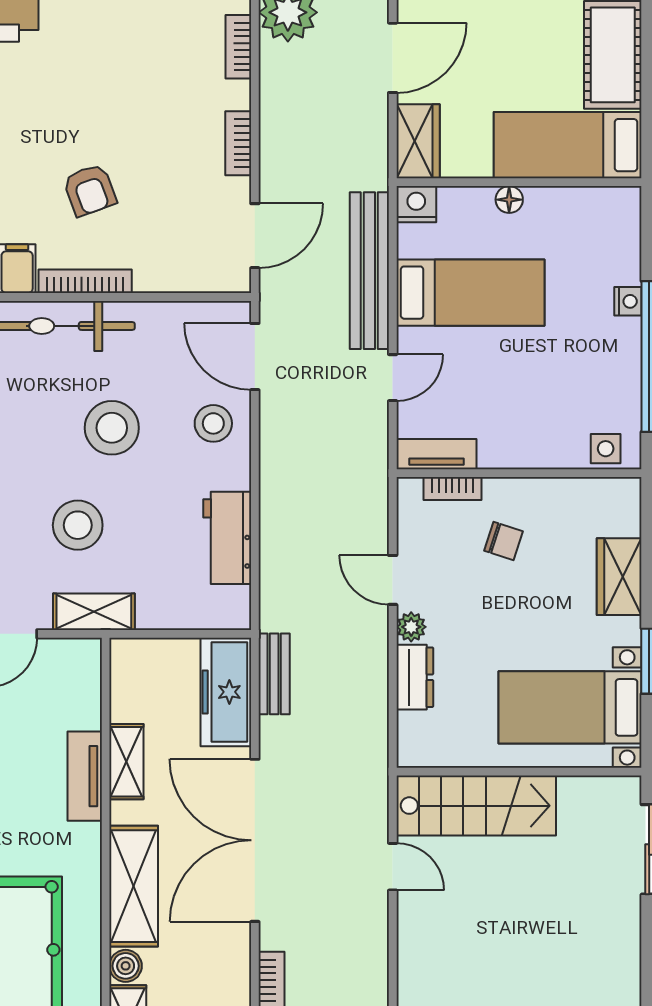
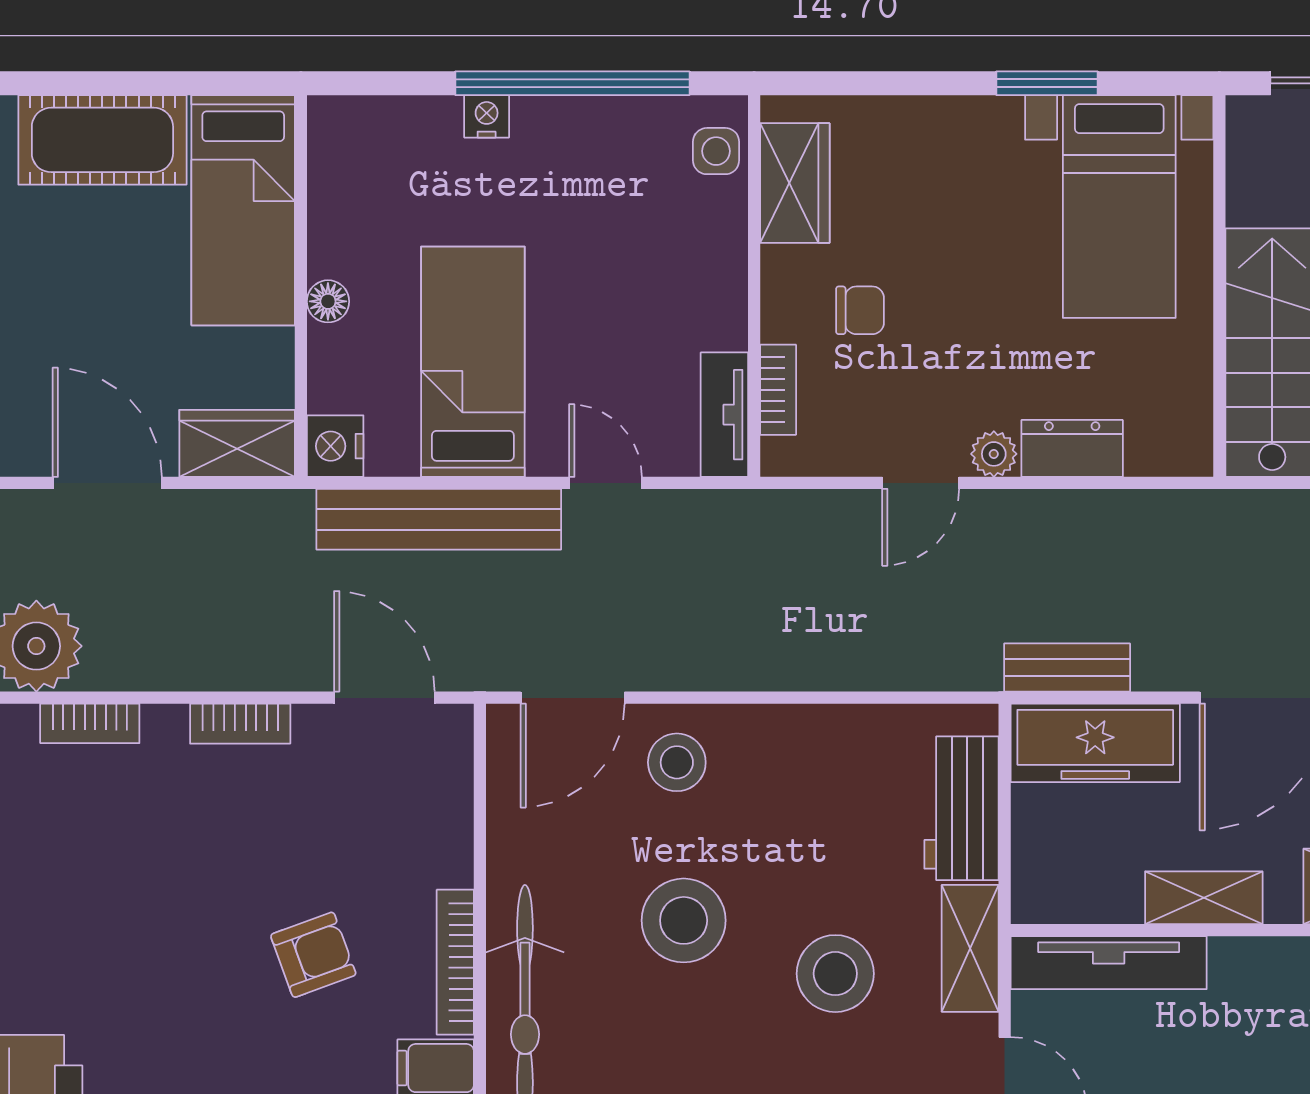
workbench: (227, 538) -> (961, 808), moved, turned 90
chair: (503, 541) -> (860, 310), turned 72
wardrobe: (619, 577) -> (795, 183), moved, turned -90
tv unit: (85, 776) -> (1109, 963), moved, width x1.41

